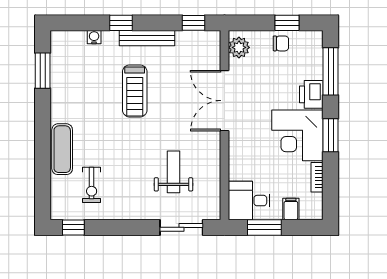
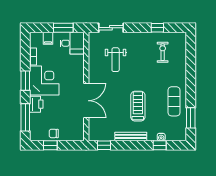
window: (121, 23) -> (160, 145), moved
plant: (239, 47) -> (78, 131), removed
exercise mat: (62, 149) -> (174, 101), moved
window: (73, 227) -> (157, 28), moved

